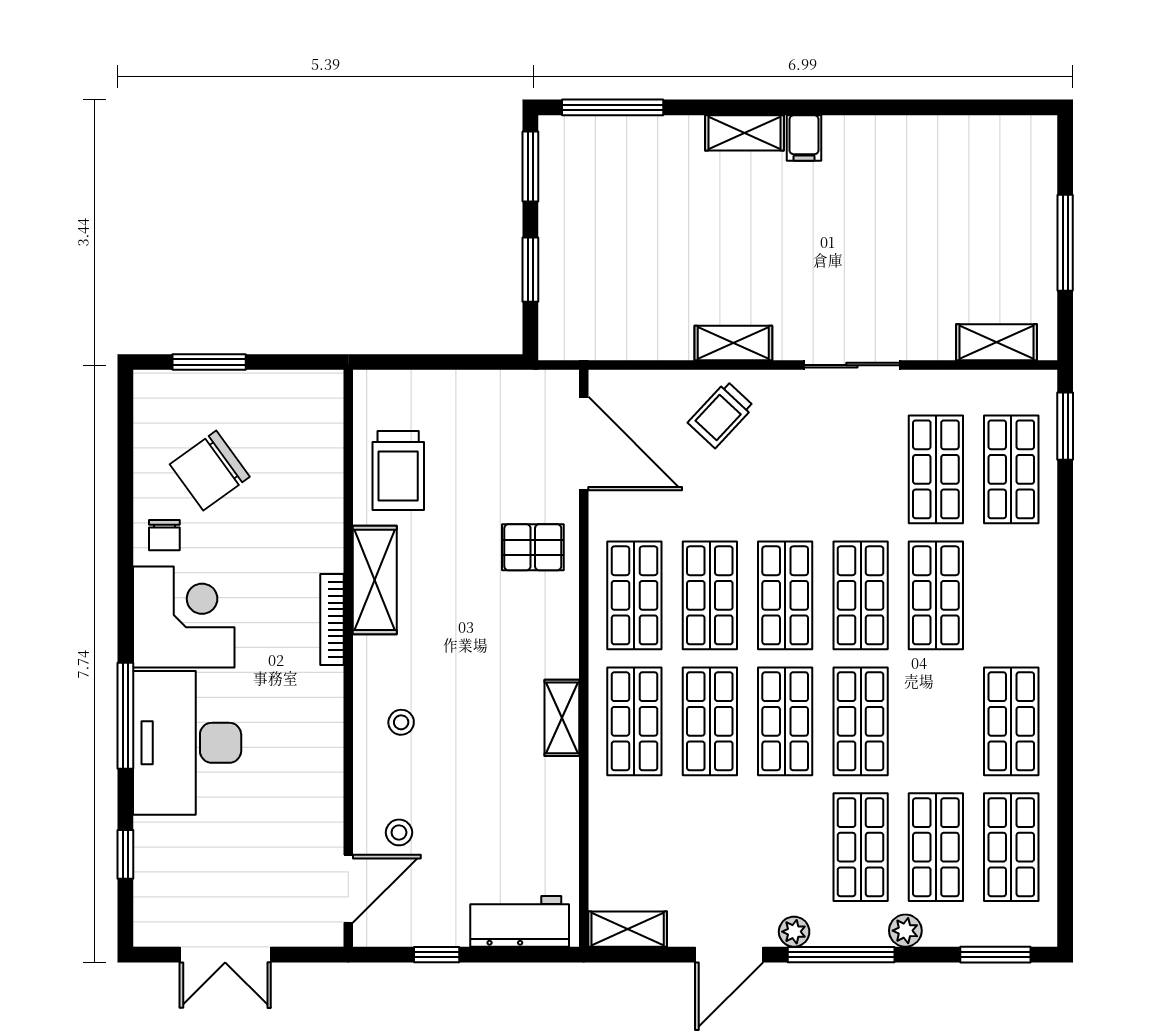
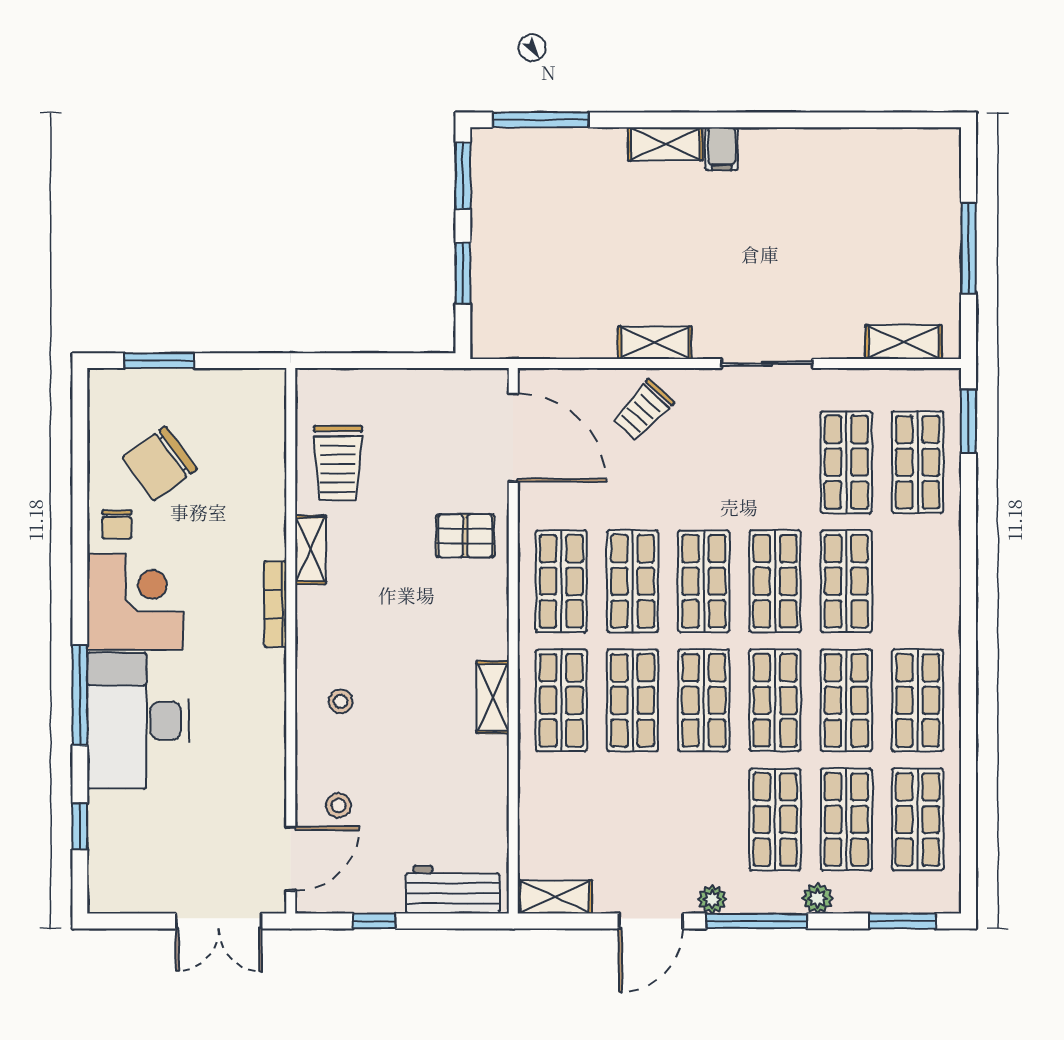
shelving: (375, 580) -> (311, 550), width x0.67, depth x0.75
shop shelf: (936, 721) -> (846, 700), added
double door: (225, 955) -> (219, 921), moved

